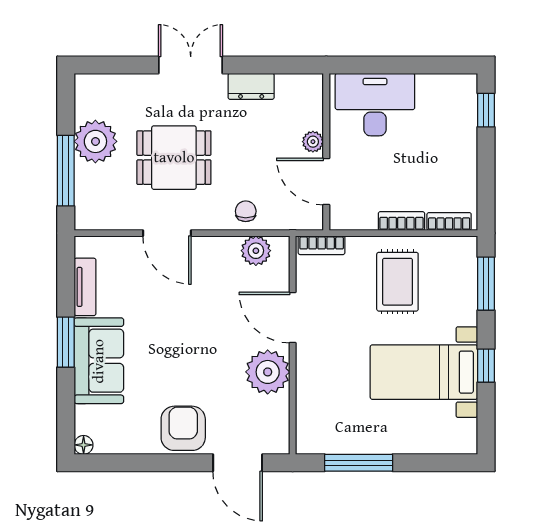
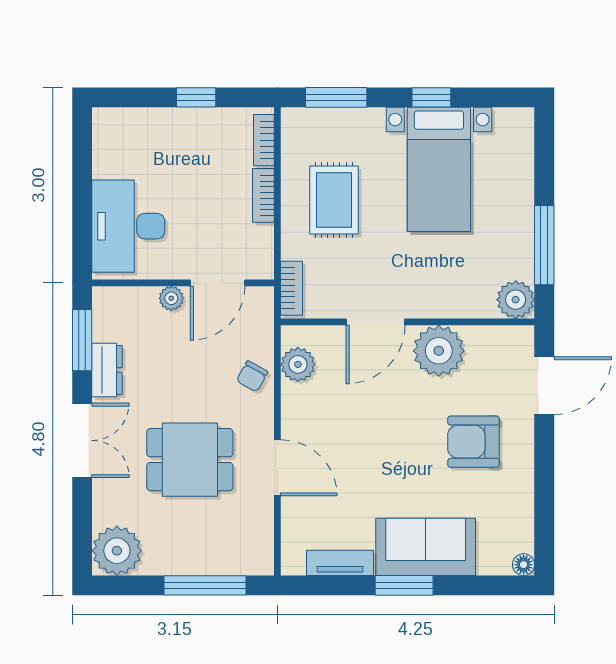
double door: (191, 65) -> (82, 440), swing flipped
window: (277, 65) -> (82, 340), added
window: (486, 110) -> (196, 97), moved
plant: (95, 141) -> (117, 551), moved
dining table: (174, 158) -> (190, 460), turned 90
chair: (246, 211) -> (252, 376), turned -61
door: (167, 233) -> (277, 468), hinge flipped
rug: (397, 282) -> (334, 200), turned 90
armchair: (183, 428) -> (473, 442), moved
plant: (312, 438) -> (516, 300), added

